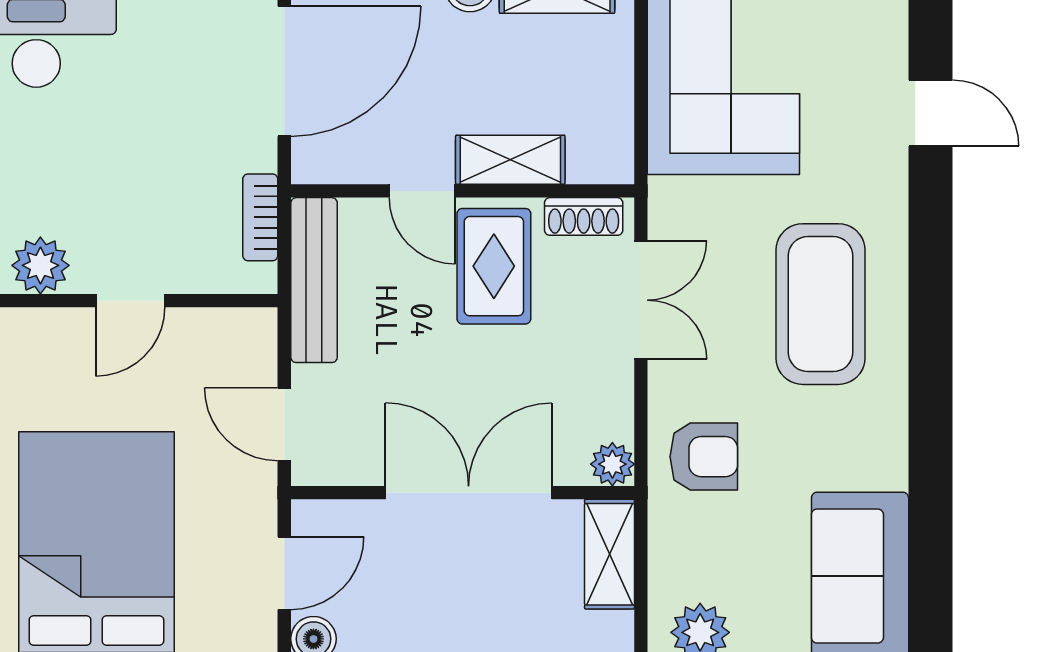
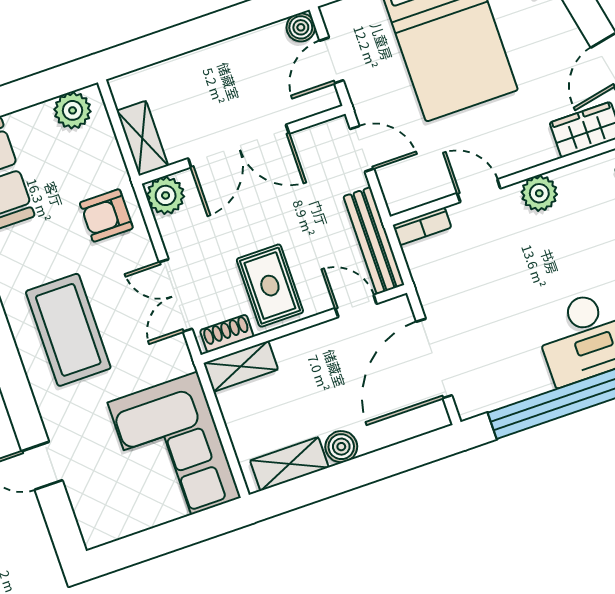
shelving: (510, 160) -> (241, 366), moved
door: (422, 191) -> (356, 306), moved
bookcase: (260, 217) -> (422, 226), moved, turned 90
door: (130, 301) -> (479, 191), hinge flipped
plant: (612, 464) -> (166, 195), width x1.38, depth x1.38

